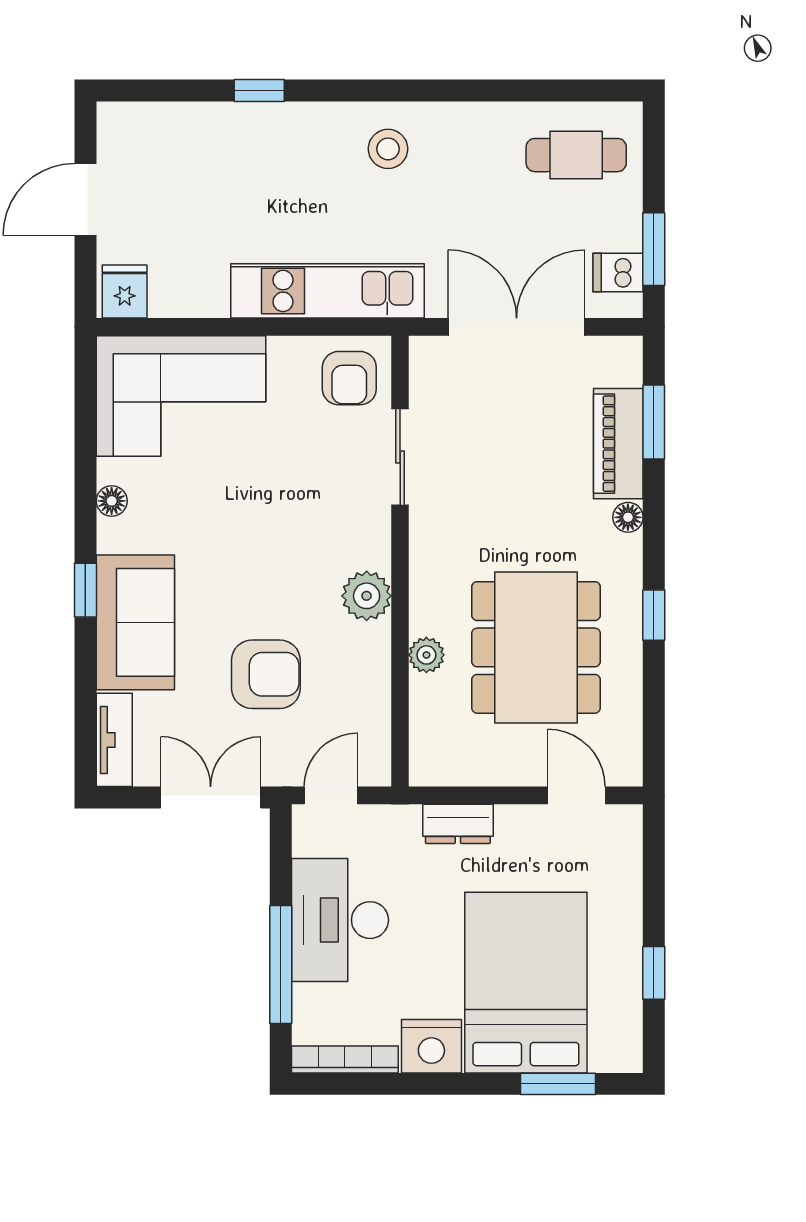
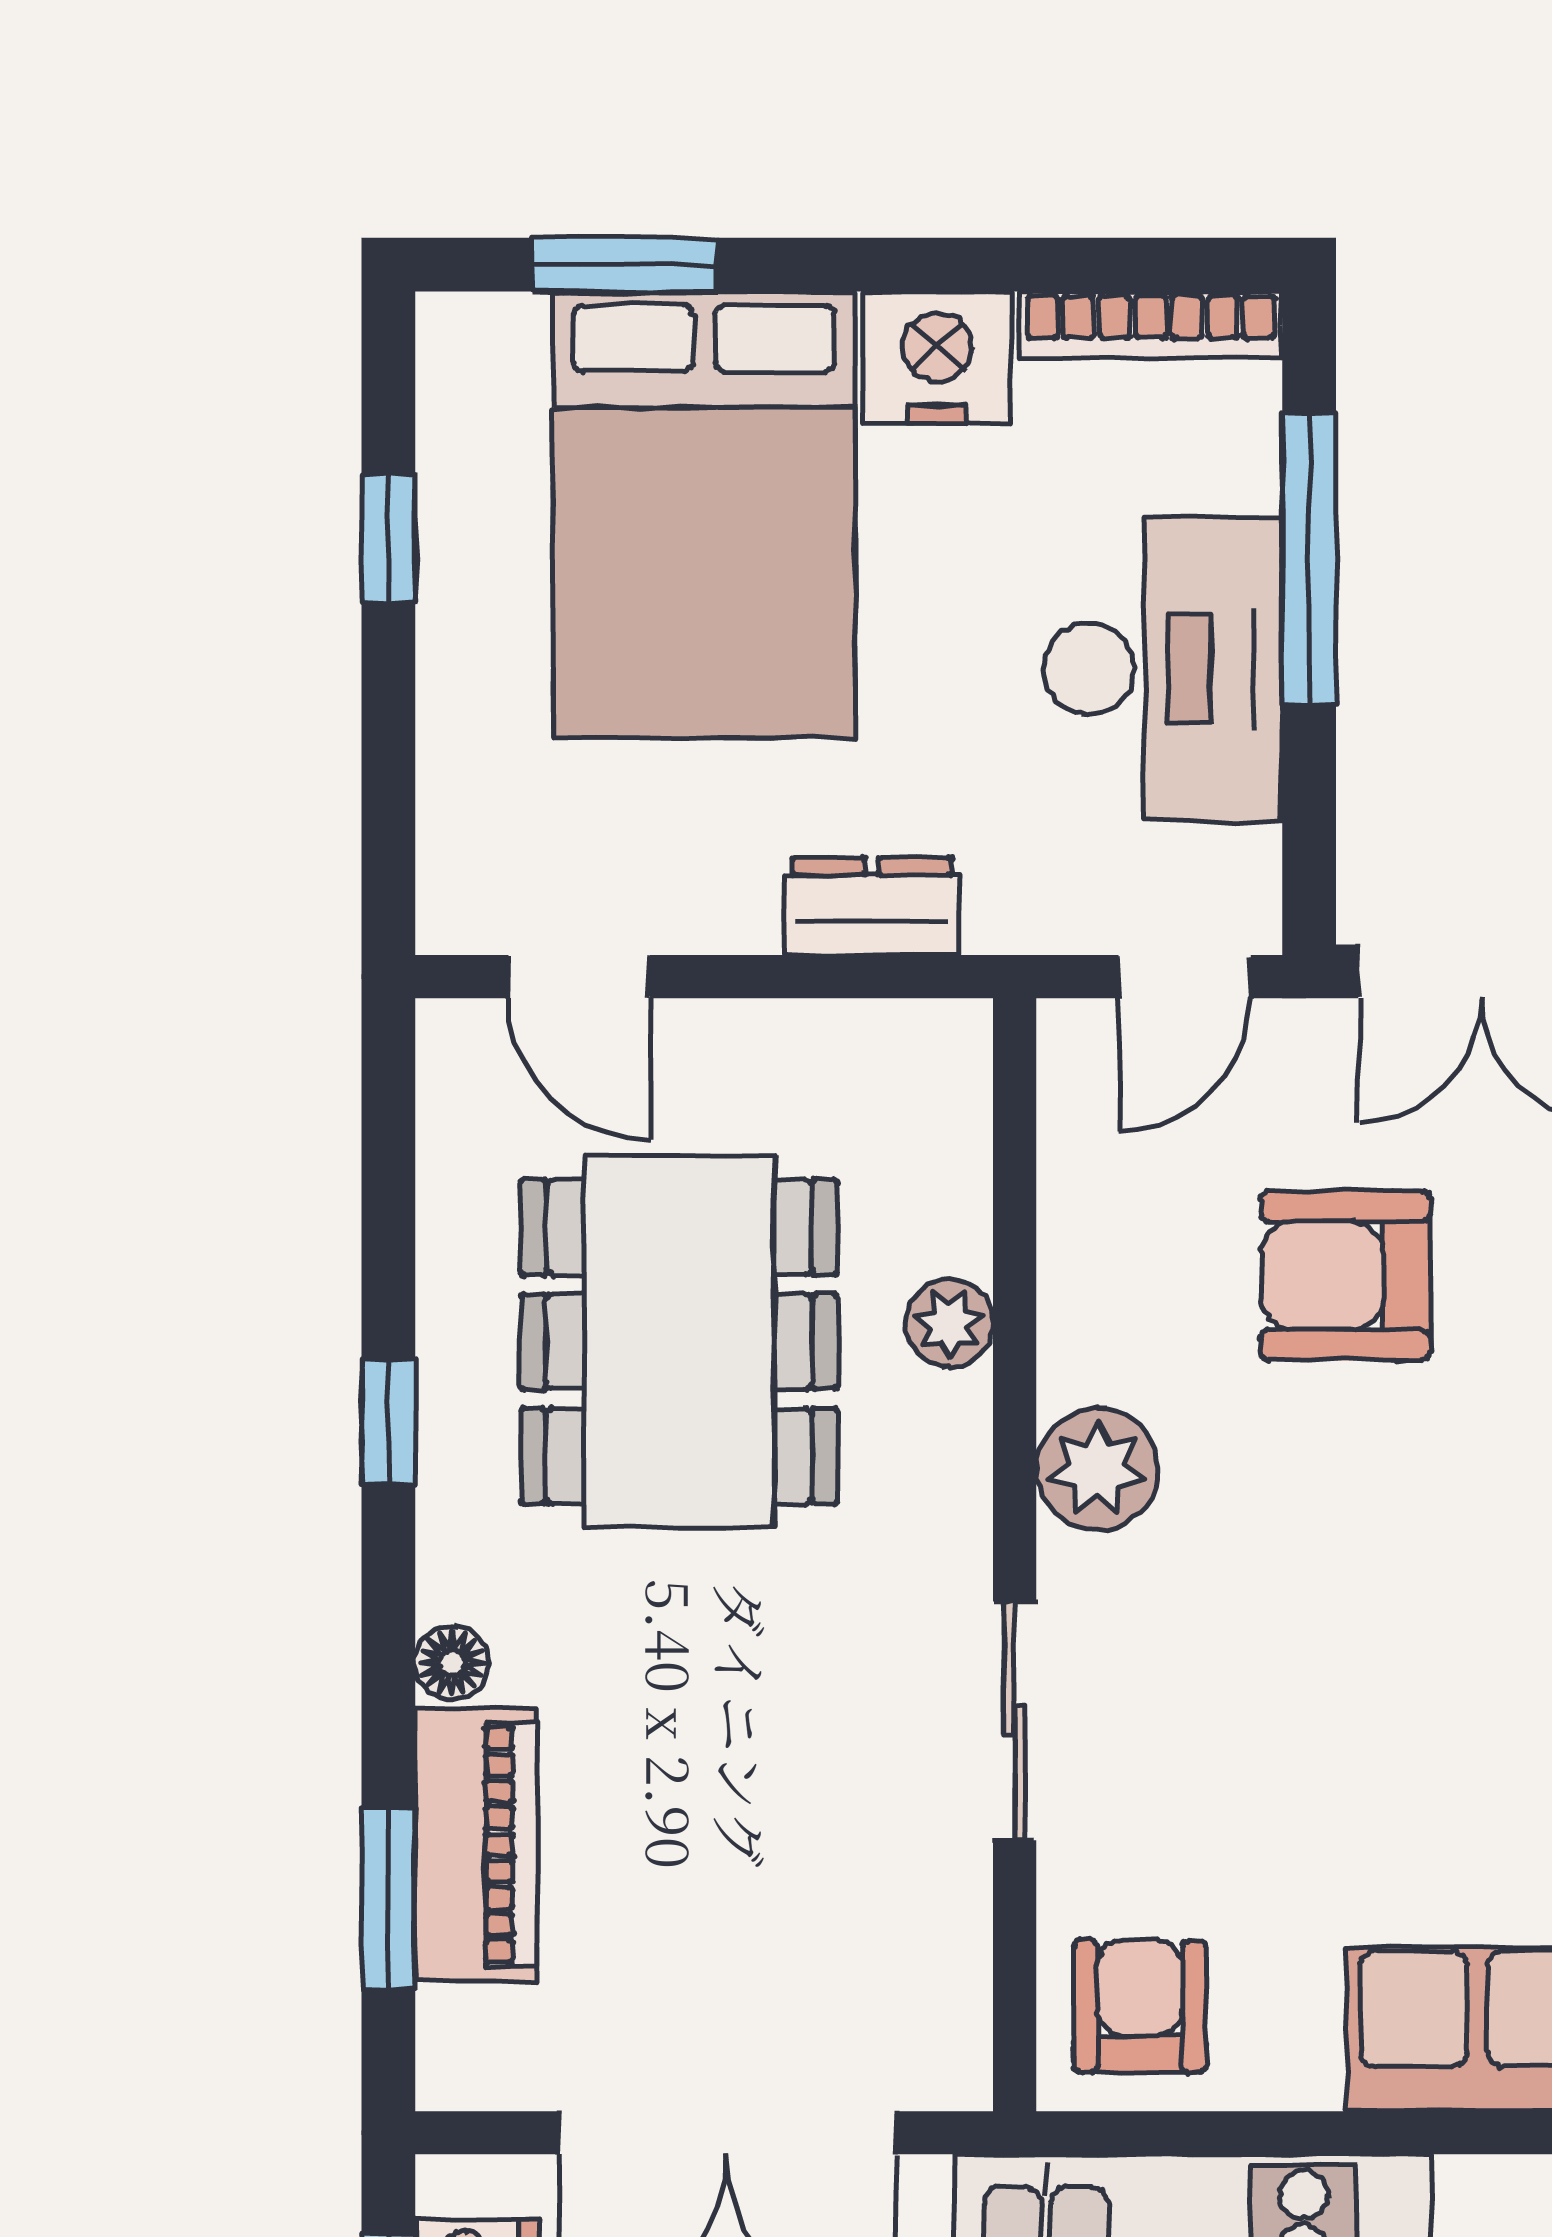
sliding door: (400, 457) -> (1015, 1721), moved

